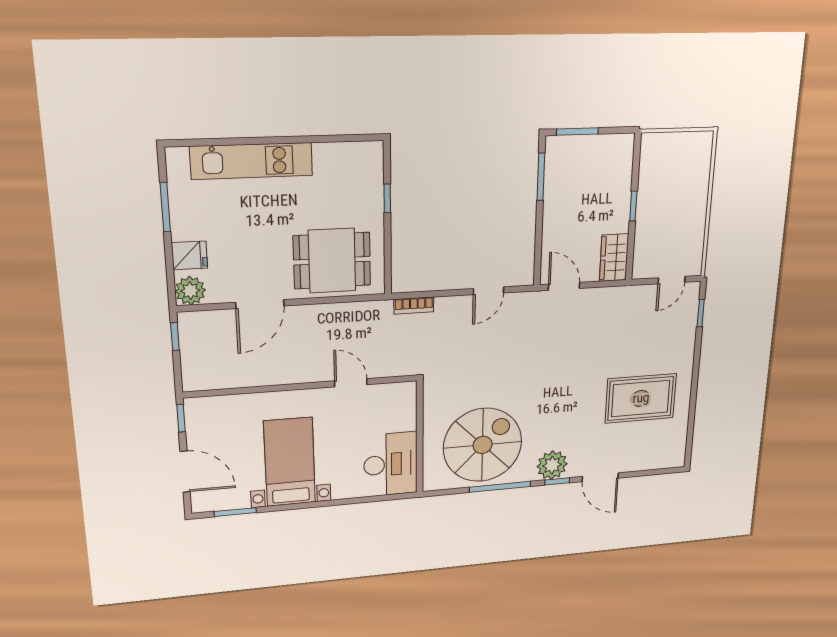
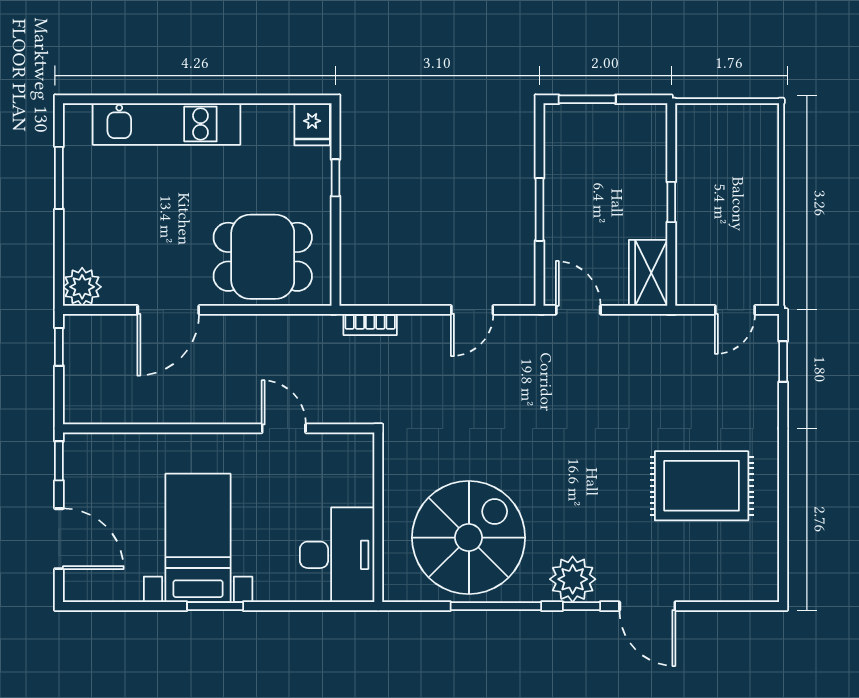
window: (541, 177) -> (540, 209), moved
fridge: (189, 255) -> (312, 124), moved, turned 90
window: (235, 512) -> (215, 606), moved

